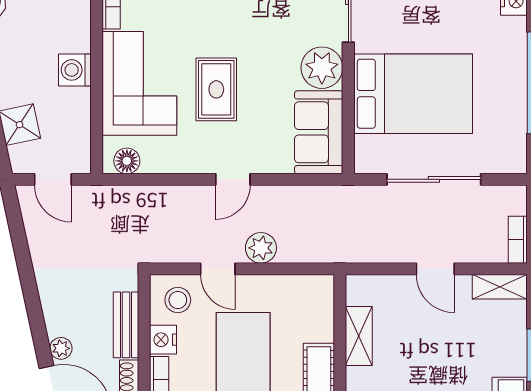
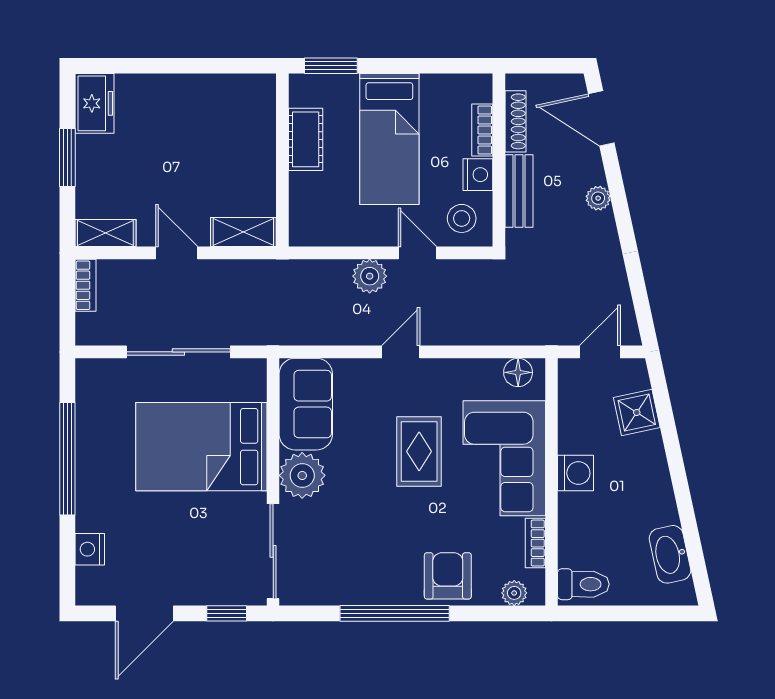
door: (53, 179) -> (600, 352), hinge flipped
shelving: (359, 336) -> (243, 232), moved, turned 90
plant: (61, 348) -> (598, 198), moved

